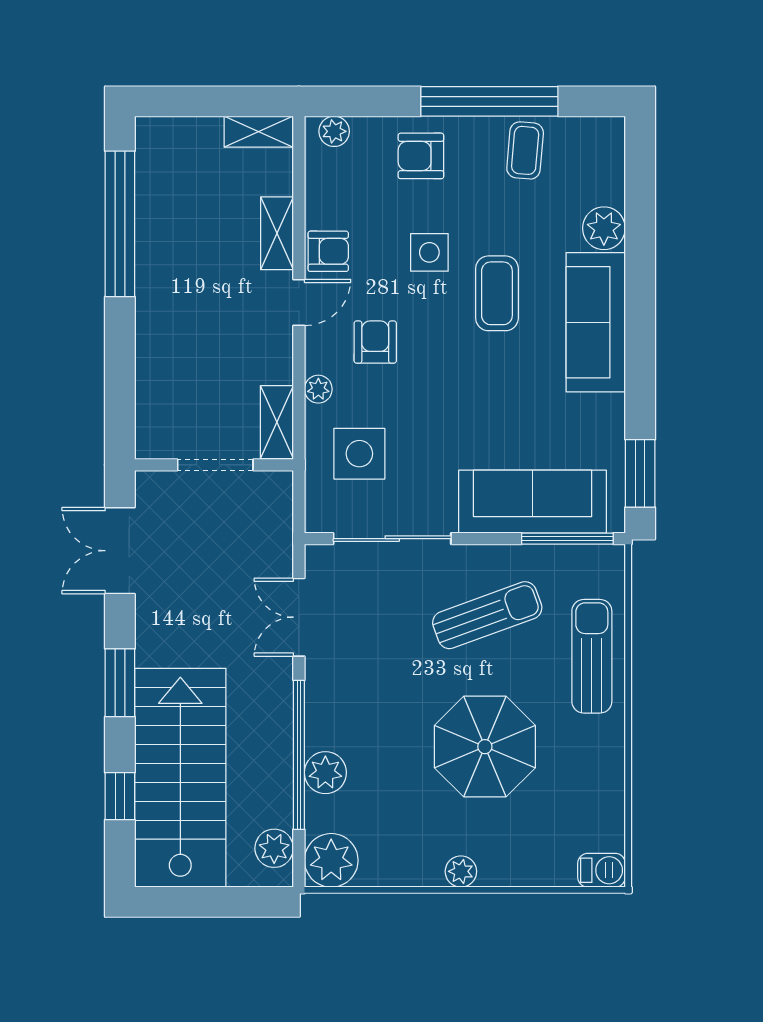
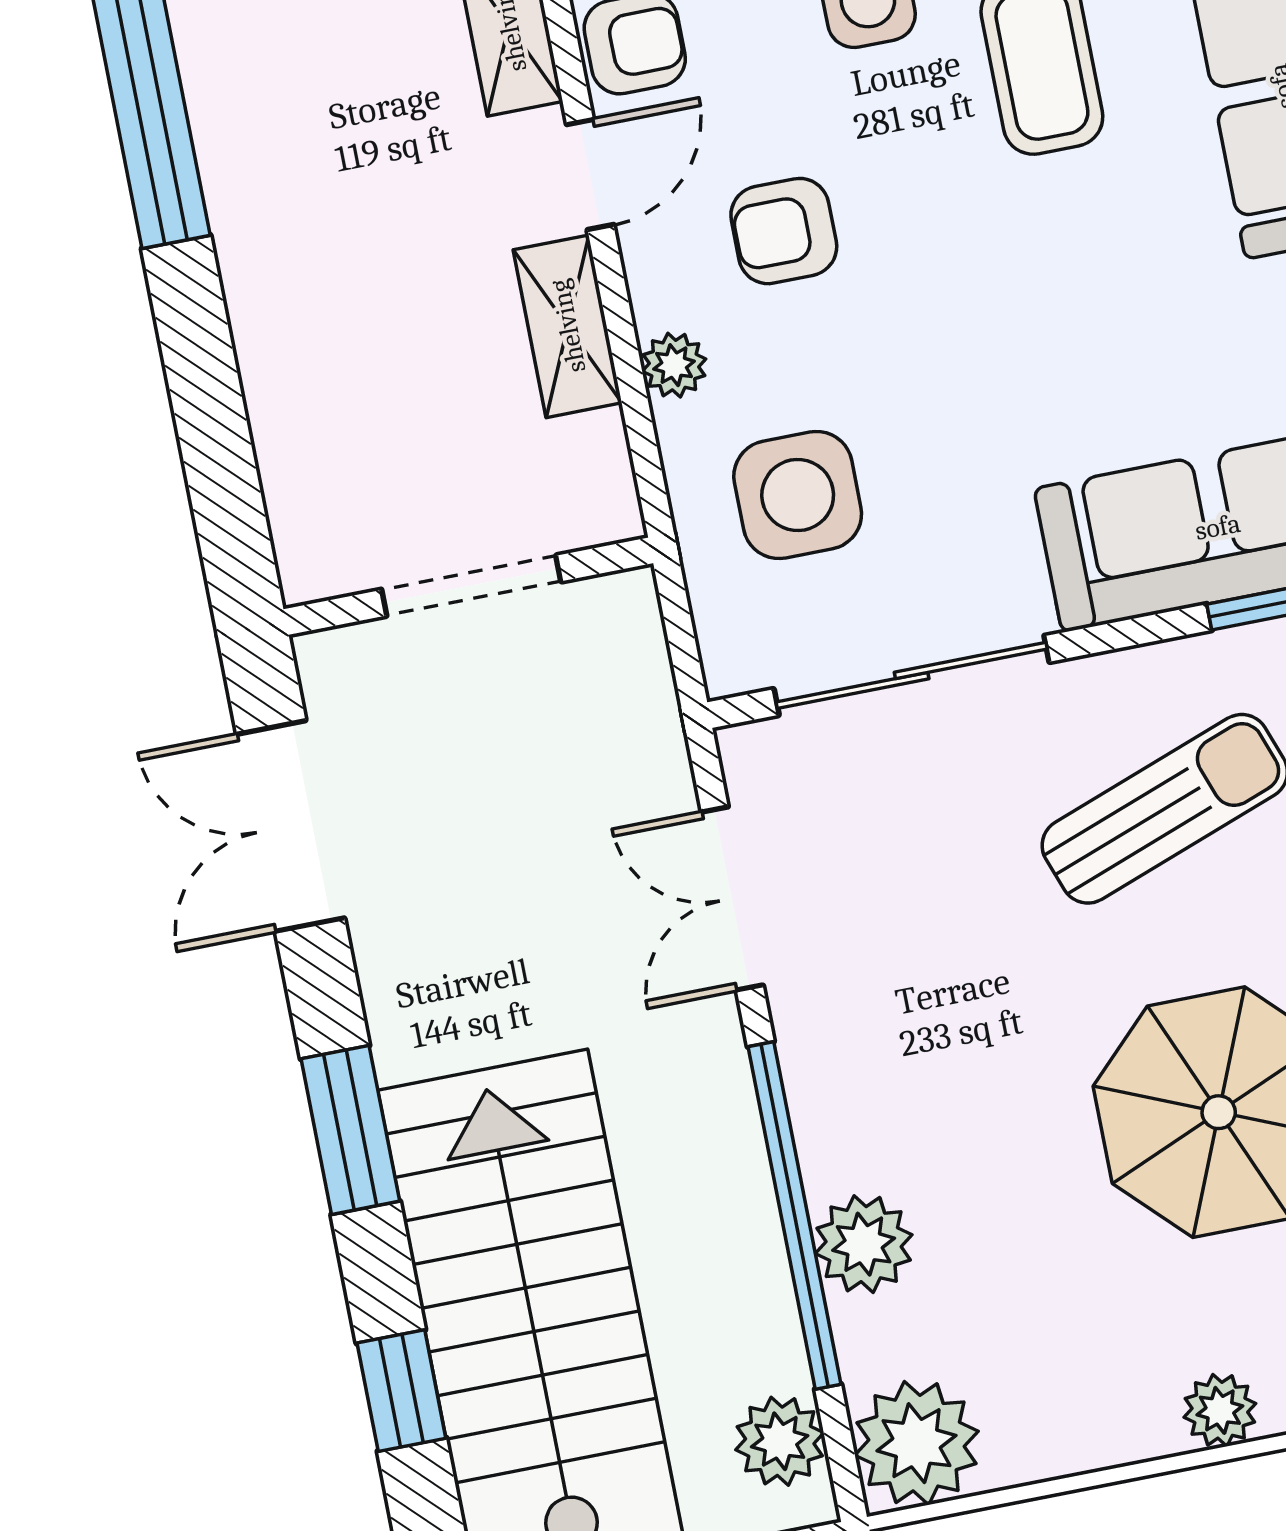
armchair: (375, 342) -> (784, 231), turned -90
shelving: (277, 422) -> (568, 326), moved

